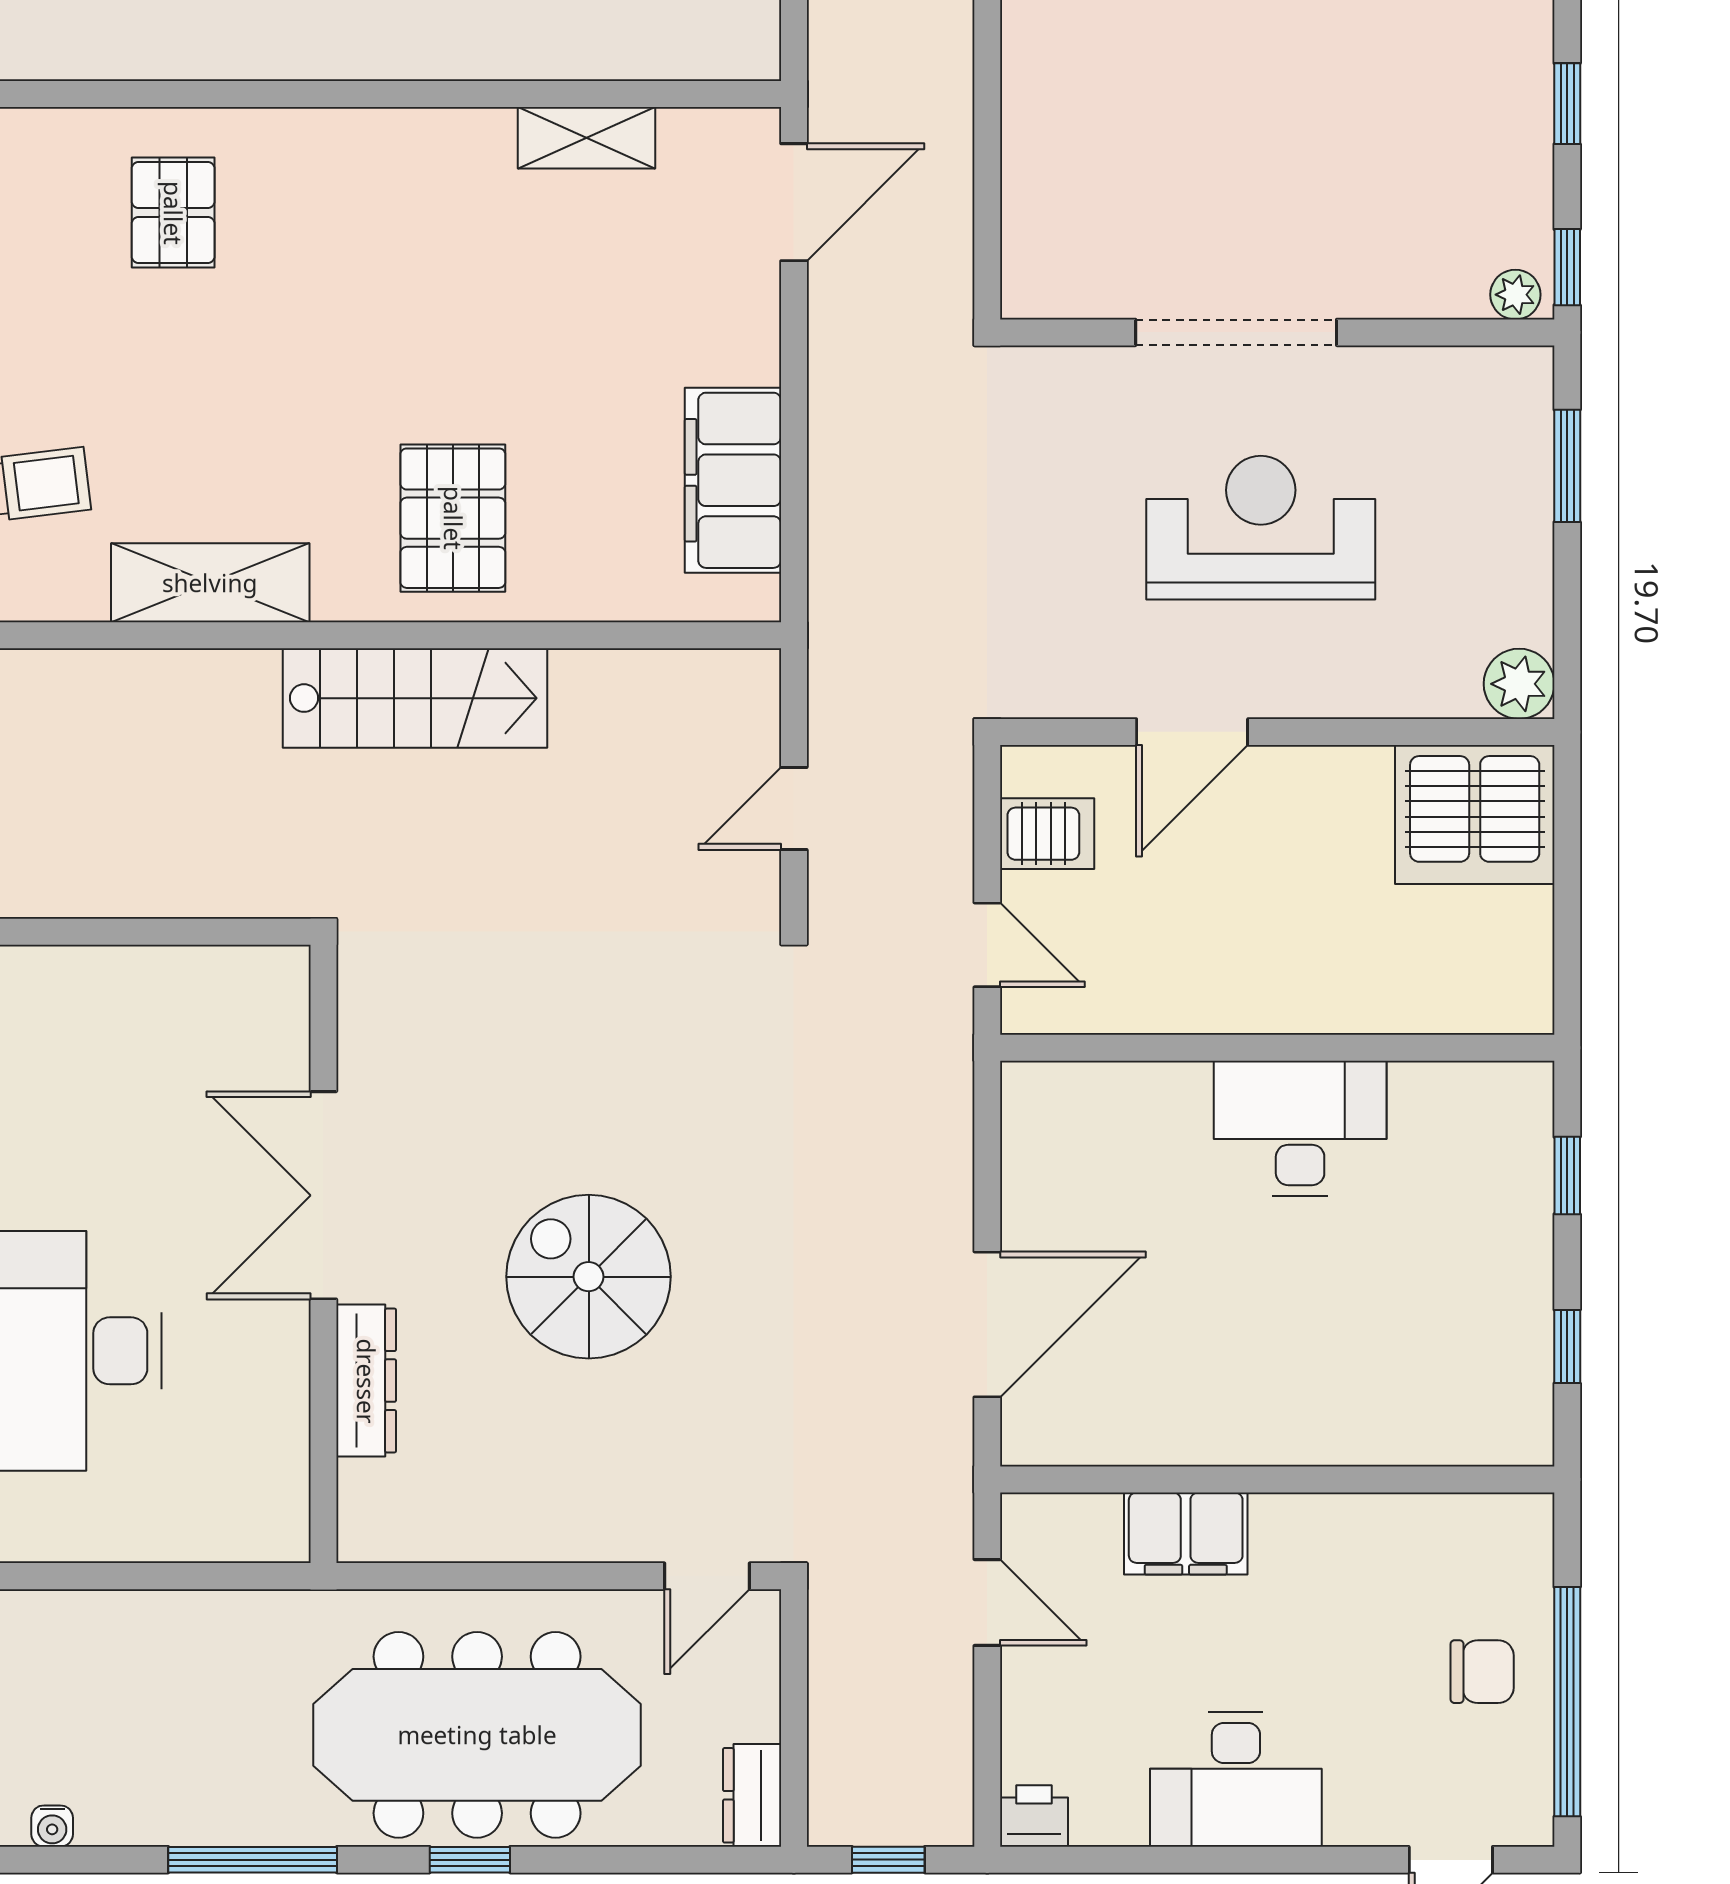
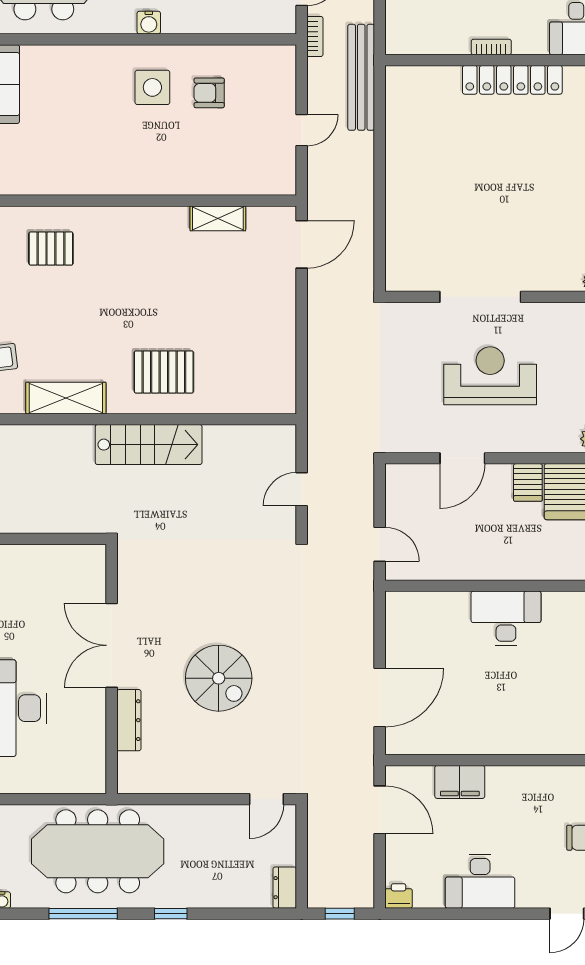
pallet: (173, 213) -> (51, 249), turned 90
filing cabinet: (733, 480) -> (277, 357), removed
pallet: (453, 518) -> (164, 372), turned 90
server rack: (1047, 834) -> (528, 482), moved, turned 90
spiral stairs: (589, 1277) -> (219, 678), turned 180
door: (987, 1603) -> (380, 810), width x1.37
meeting table: (477, 1735) -> (98, 851), moved

